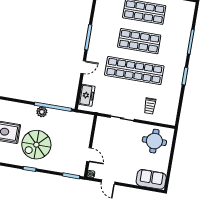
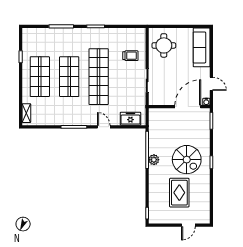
door: (89, 155) -> (188, 107), width x1.87
sofa: (151, 179) -> (202, 47), width x1.36
door: (108, 182) -> (211, 84), hinge flipped

